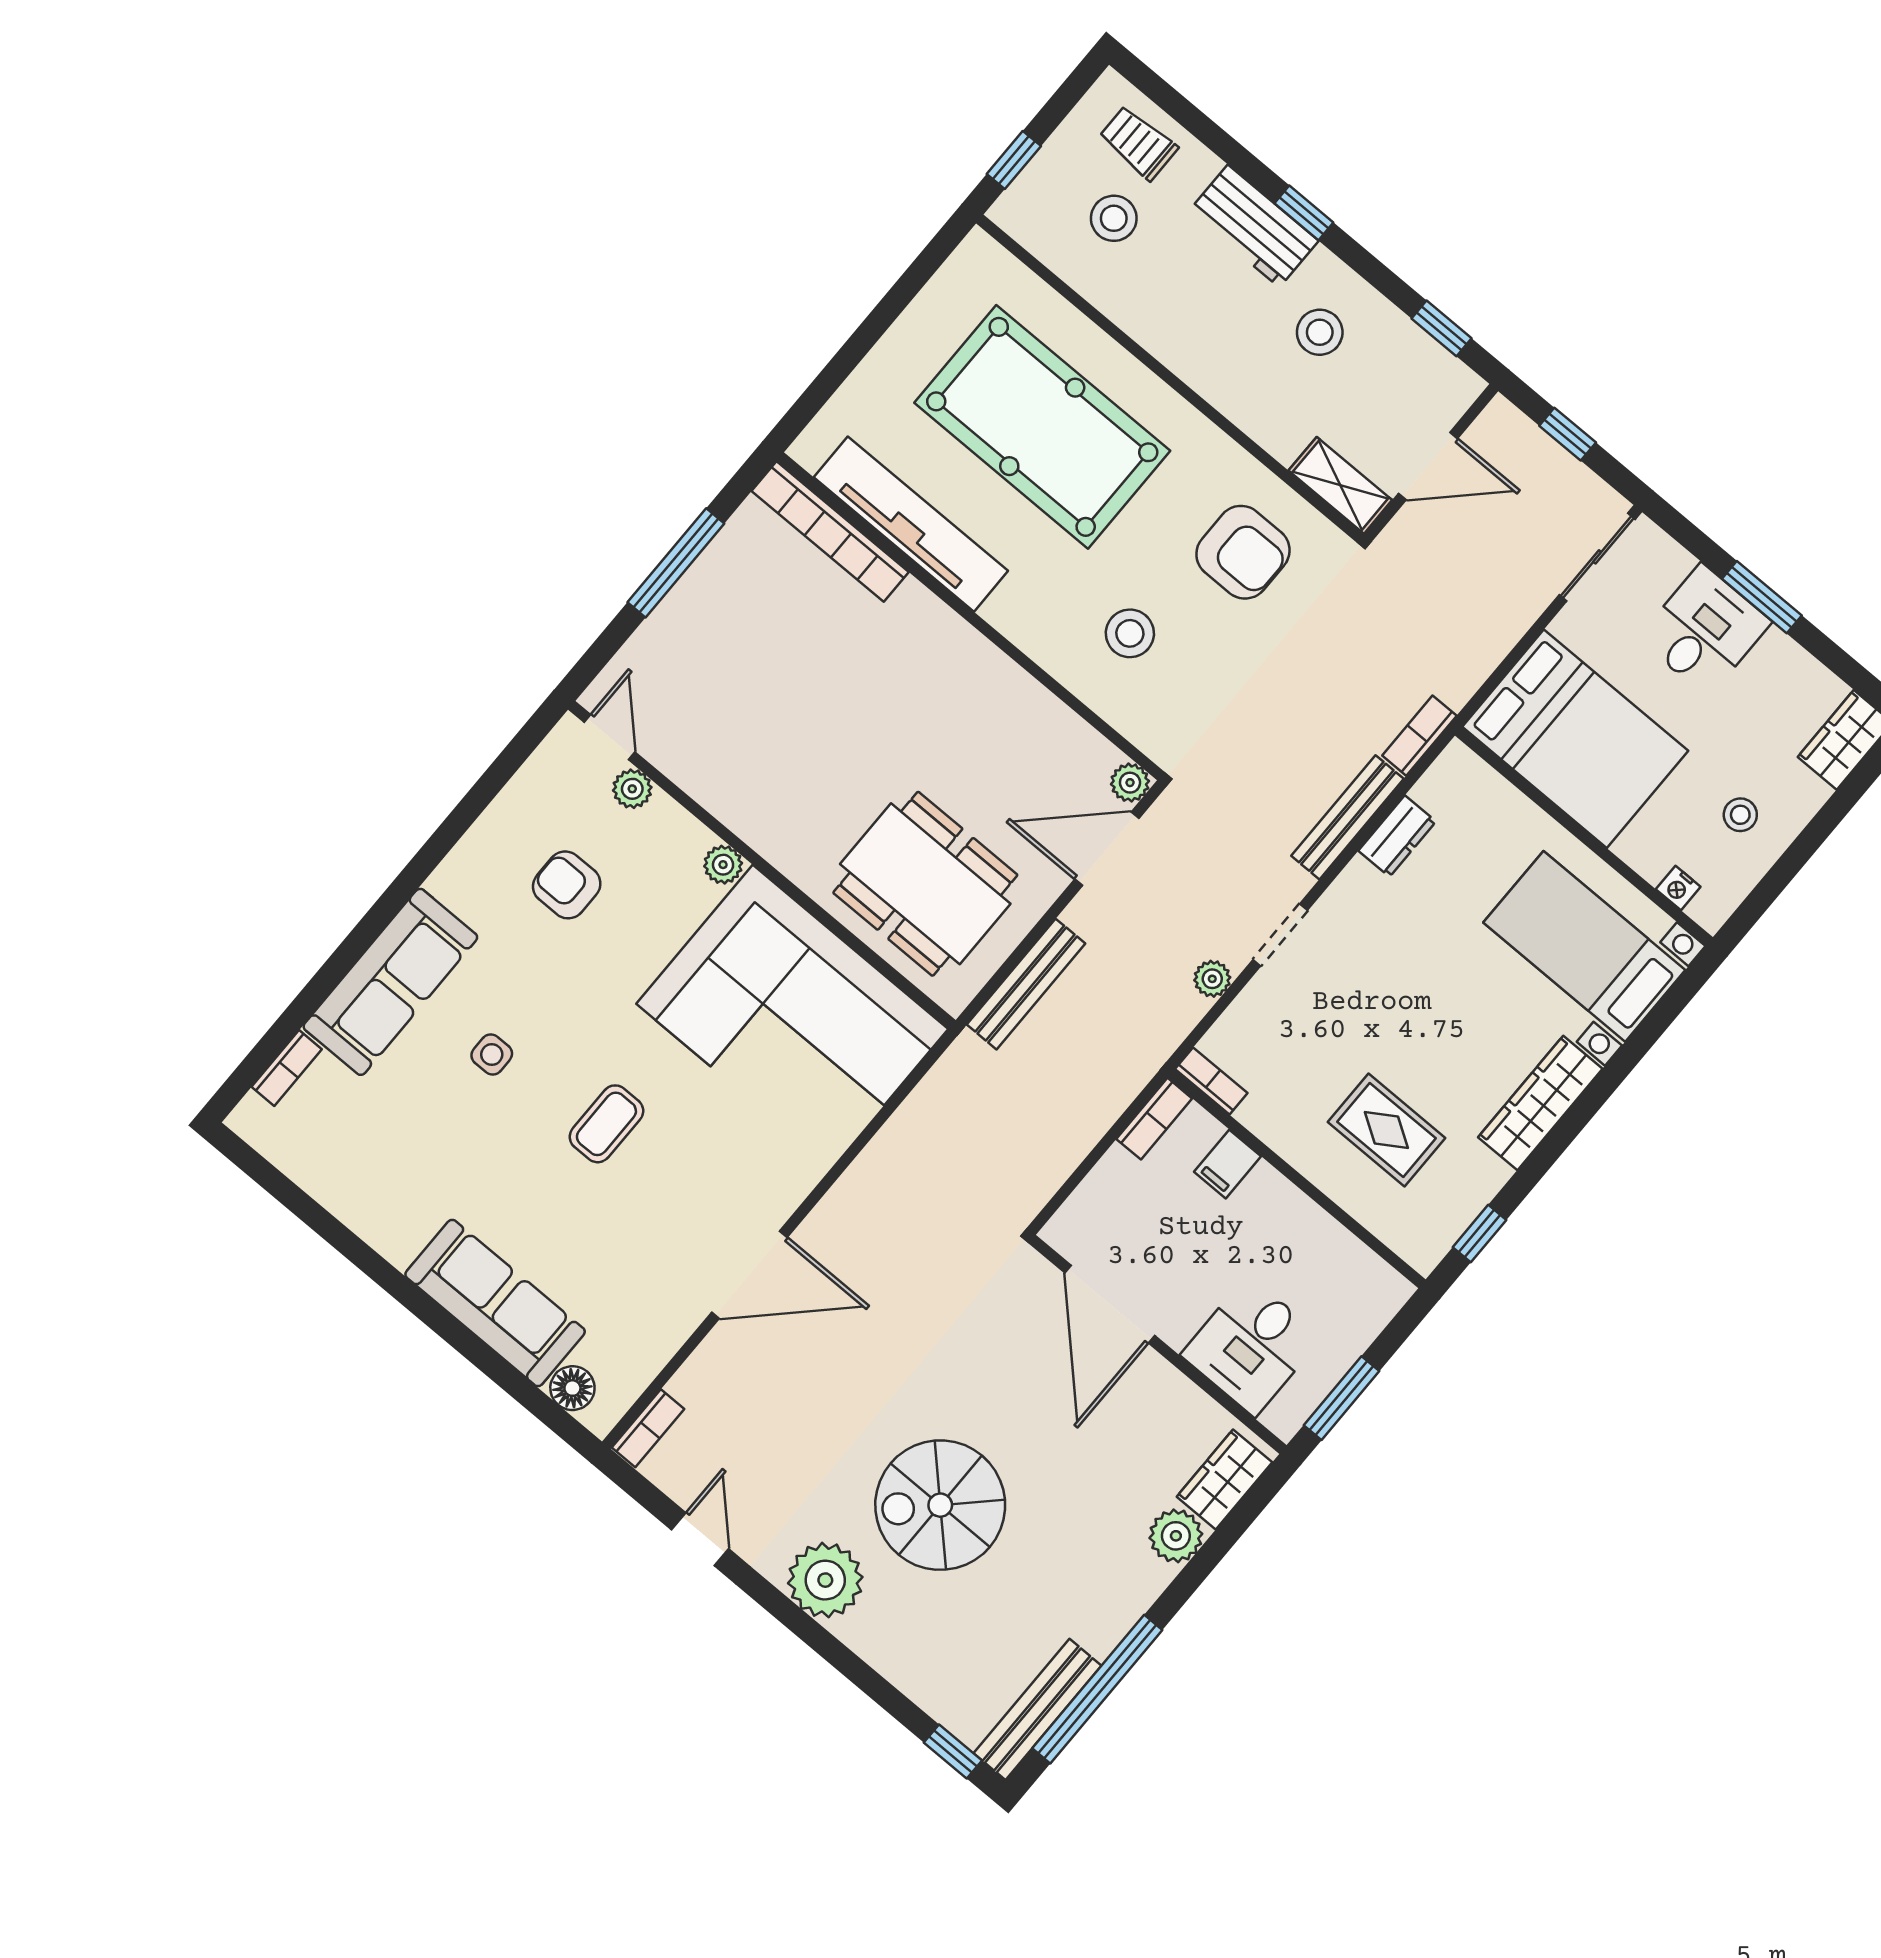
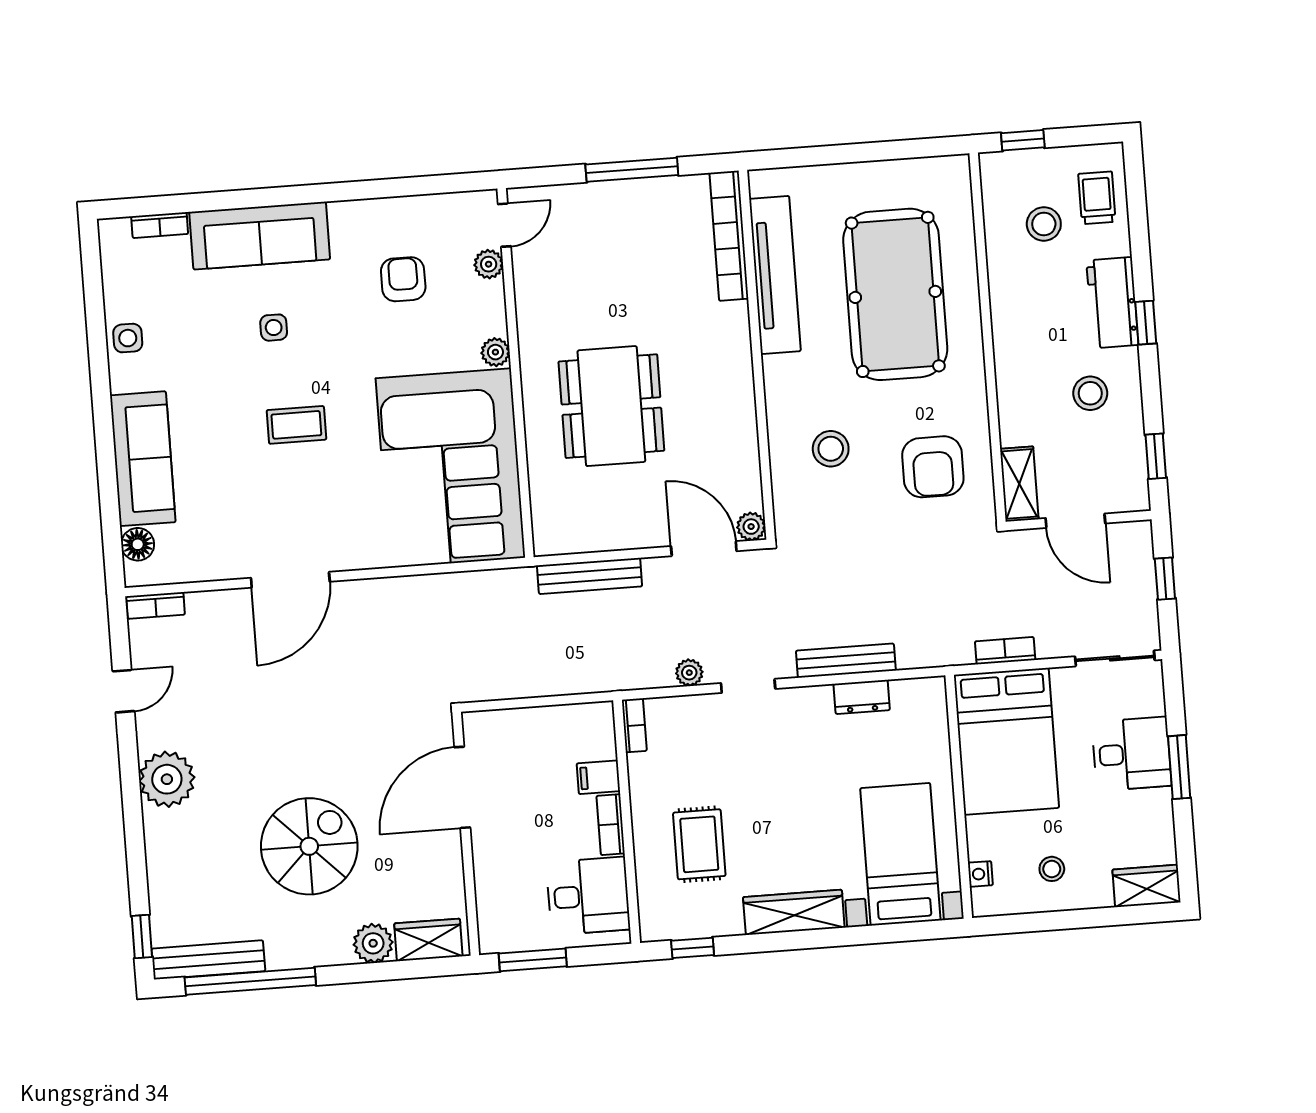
bookcase: (1419, 736) -> (1005, 651), moved
dining table: (925, 884) -> (611, 406), moved
bookcase: (1154, 1119) -> (611, 825), moved, turned 90
side table: (365, 1204) -> (128, 338), added
door: (749, 1275) -> (290, 580), hinge flipped
desk: (1251, 1346) -> (588, 896), moved, turned 180
spiral stairs: (940, 1505) -> (309, 846), moved, turned 90

